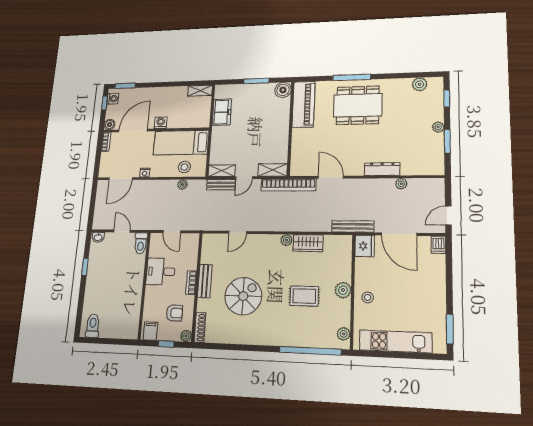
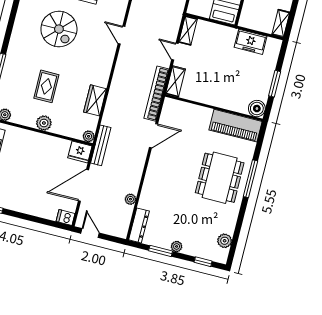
dresser: (382, 169) -> (139, 225), moved
bench: (221, 185) -> (174, 27), removed
plant: (286, 240) -> (89, 136), moved
stool: (368, 297) -> (32, 144), removed

